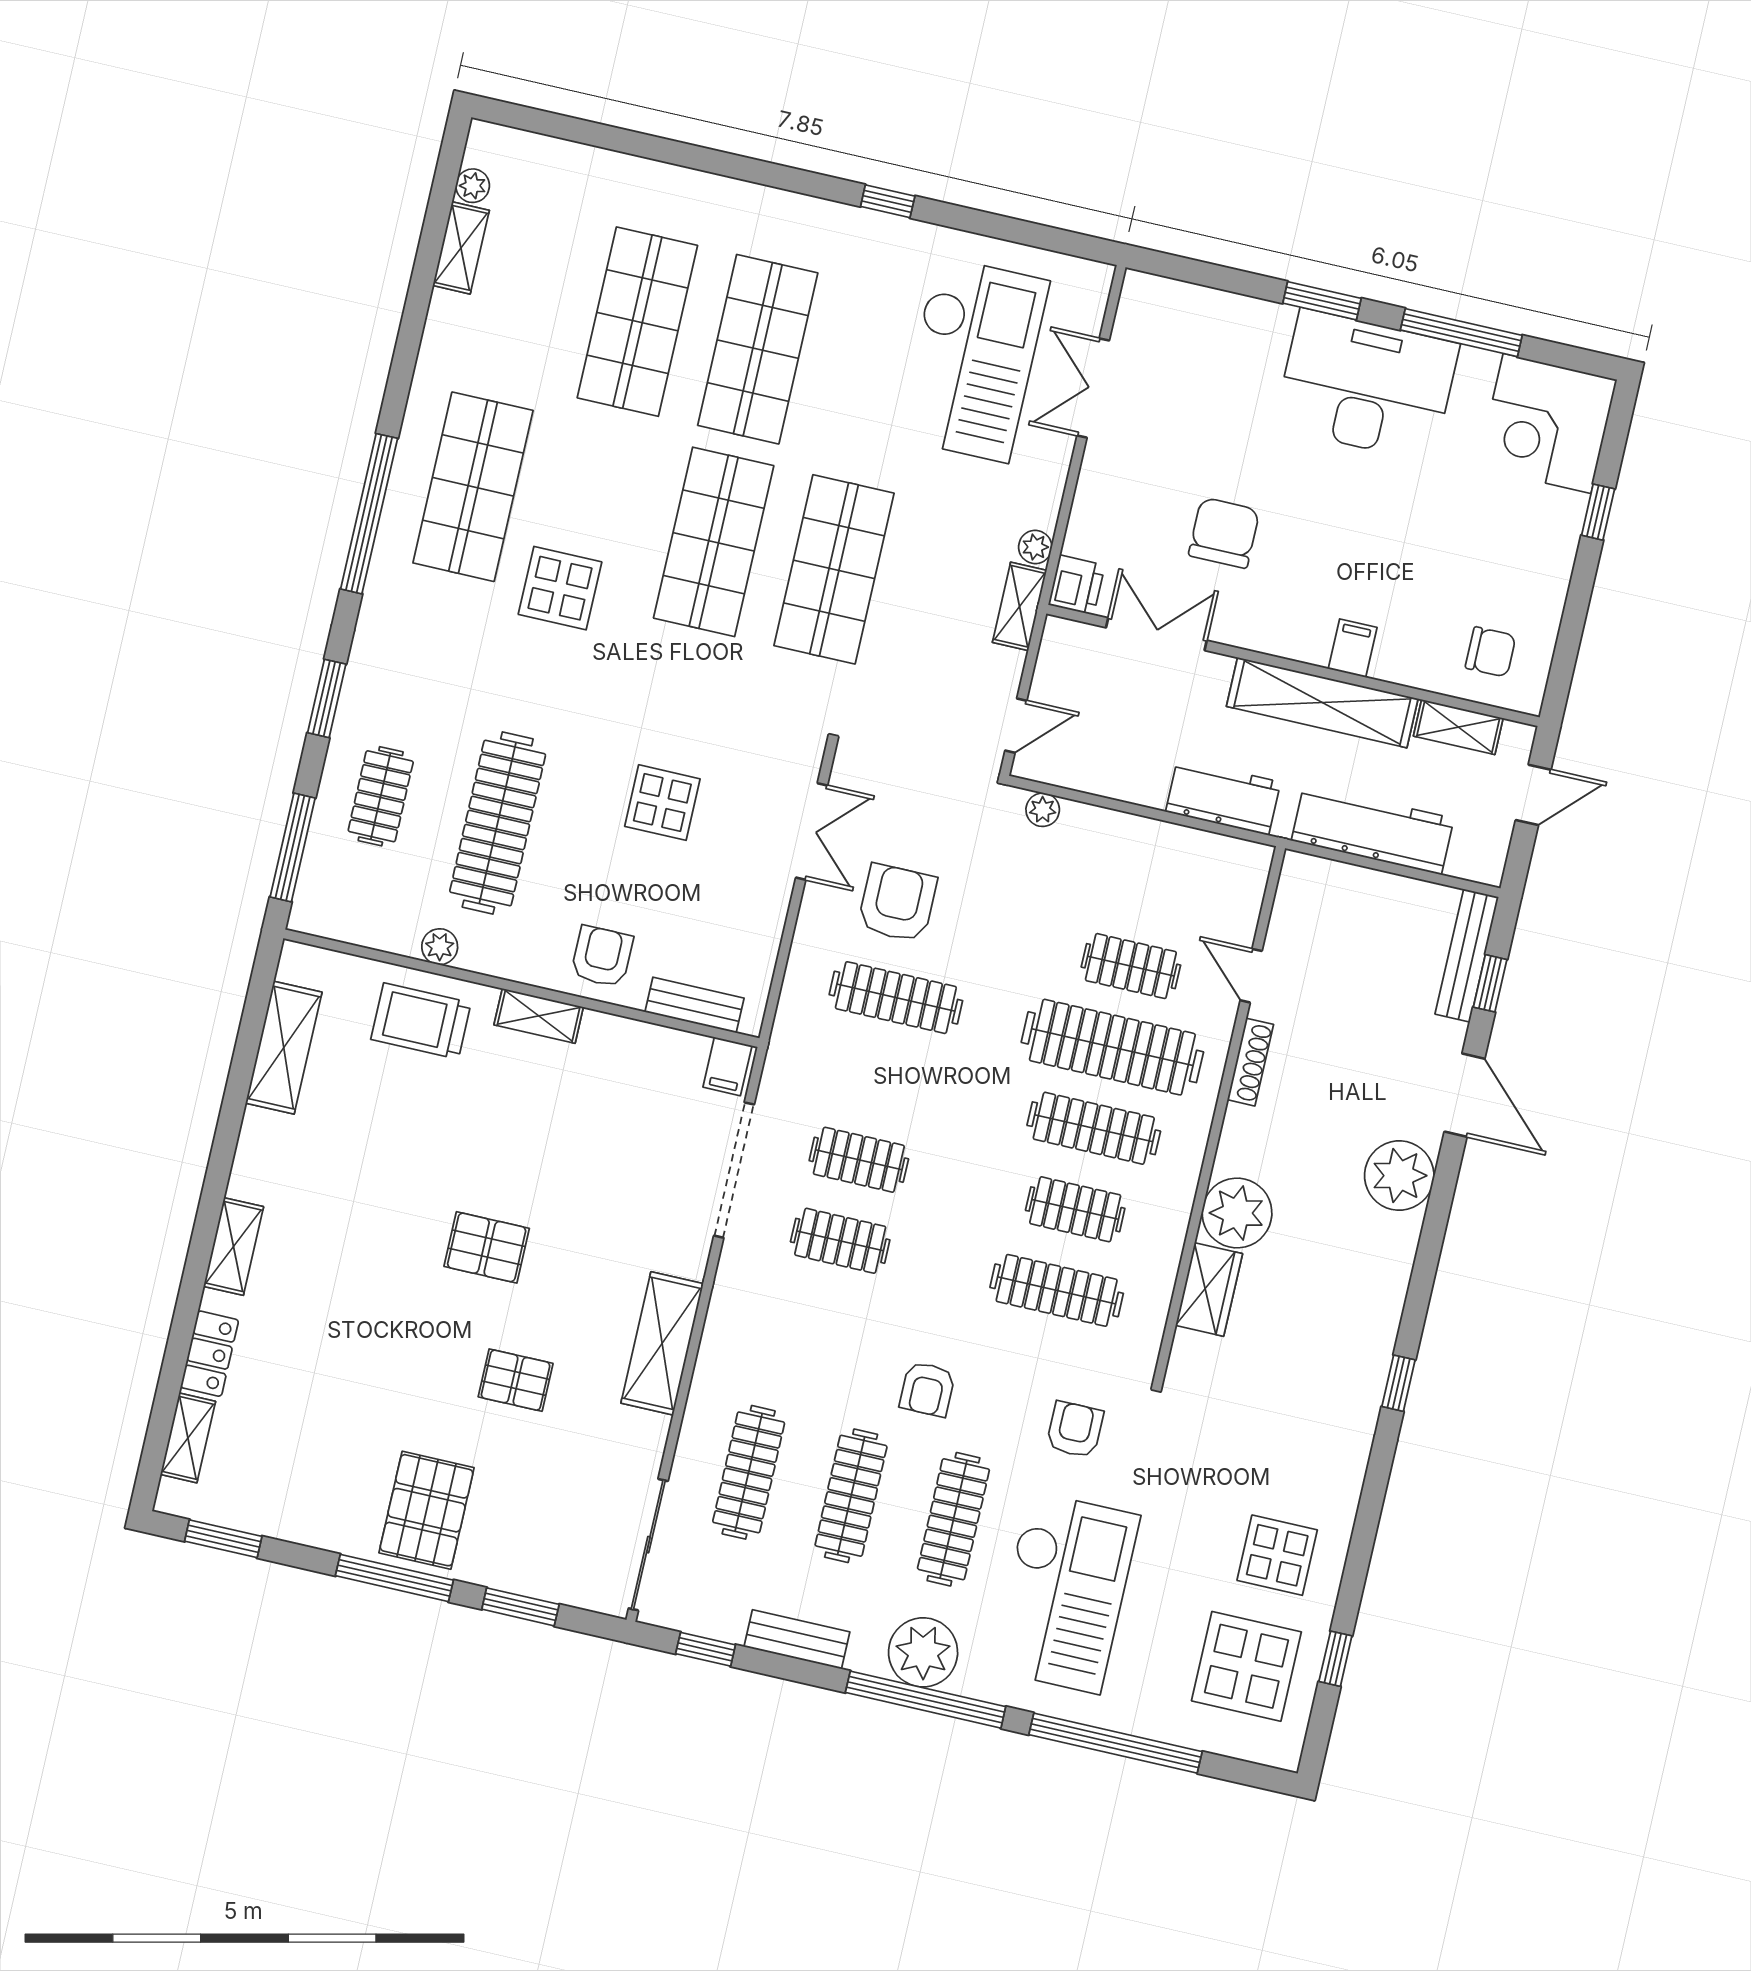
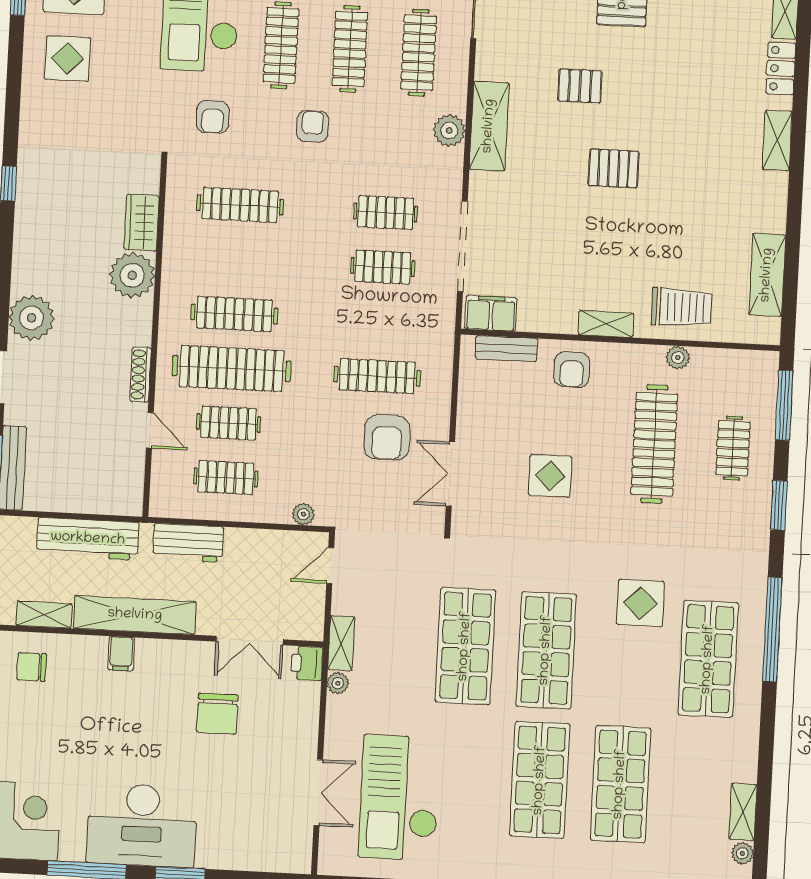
filing cabinet: (727, 1066) -> (491, 313), width x2.00
clothes rail: (1075, 1209) -> (226, 478), moved
plant: (723, 1347) -> (449, 130), added

